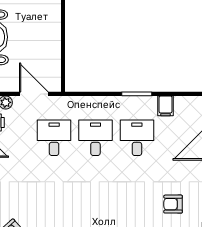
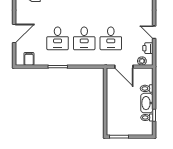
filing cabinet: (166, 106) -> (29, 59), moved

